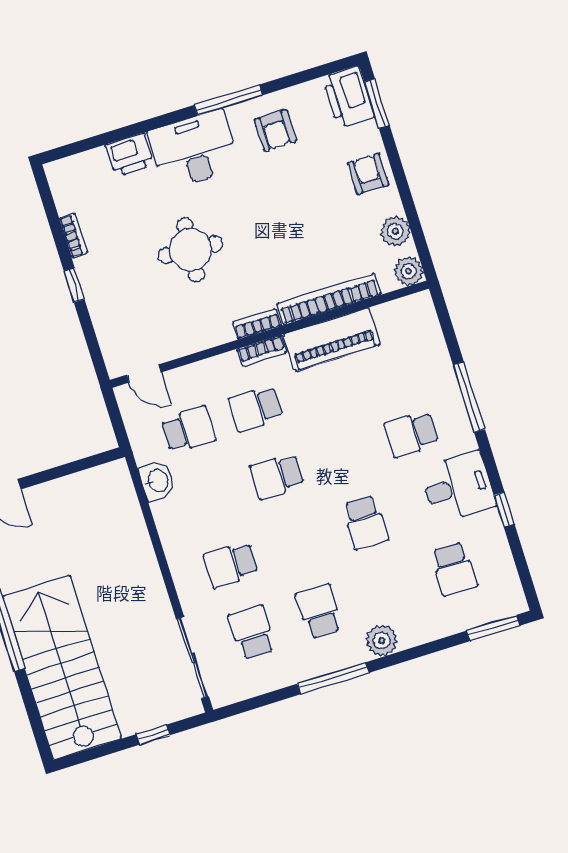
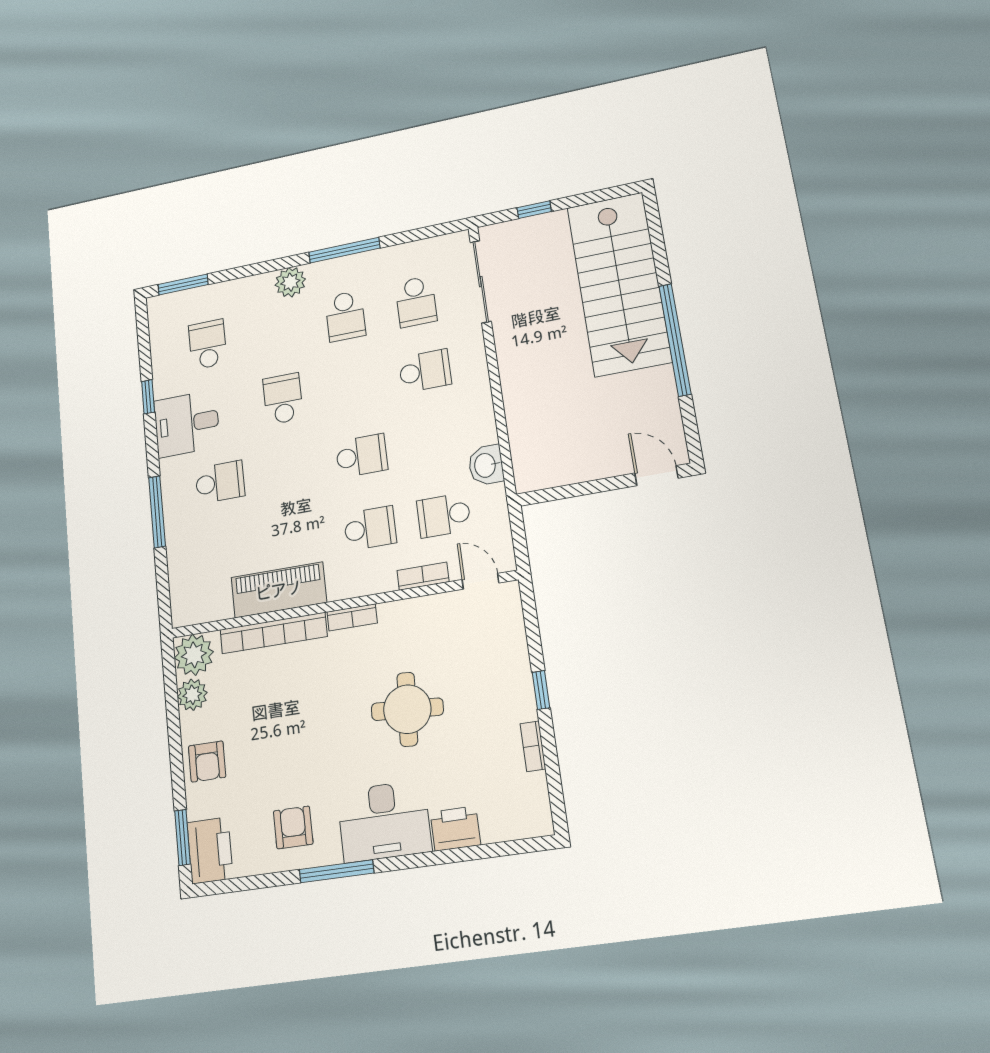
plant: (408, 271) -> (194, 655), width x1.36, depth x1.36
bookcase: (262, 351) -> (423, 576), moved

